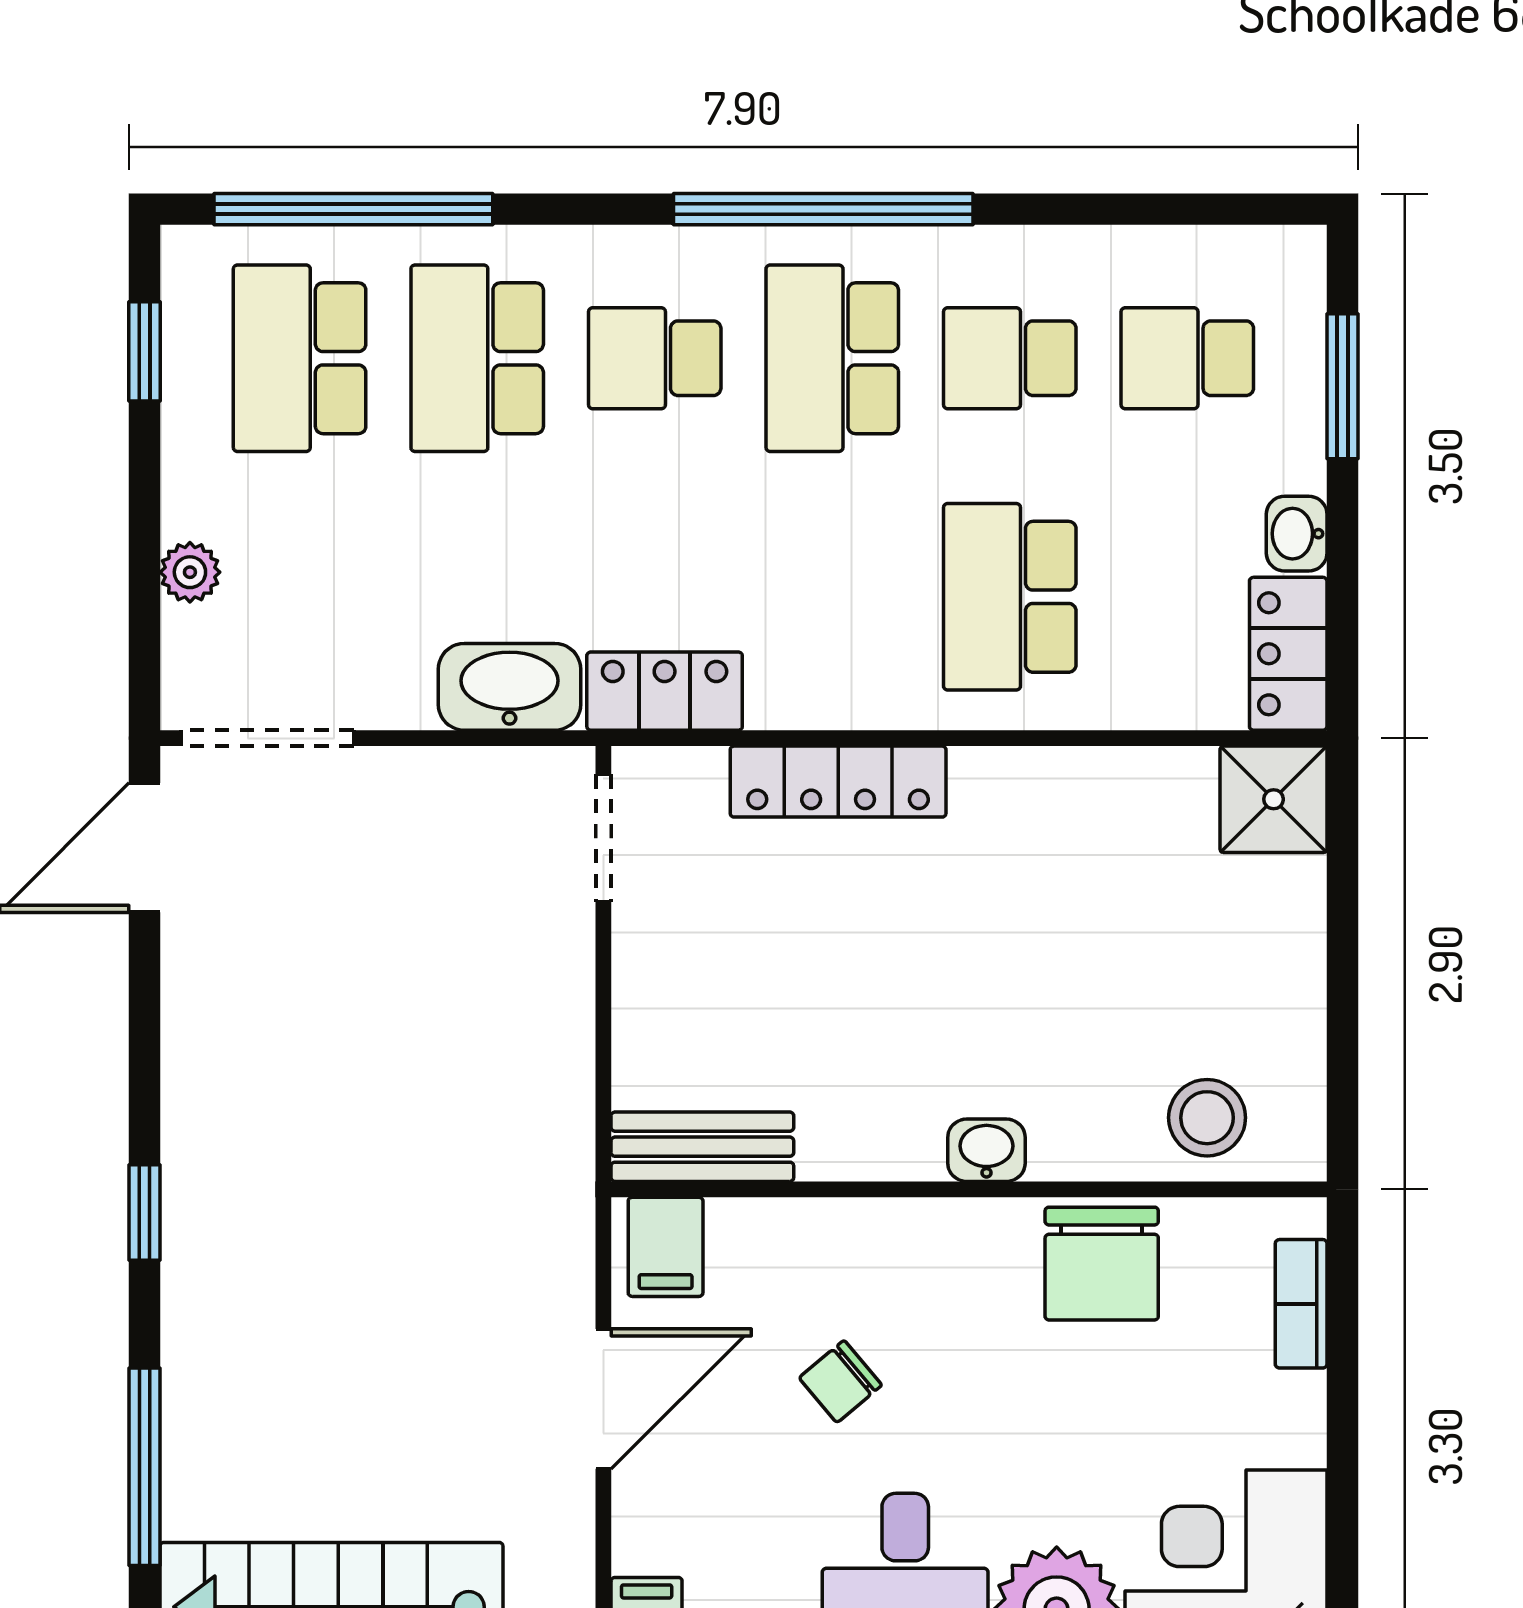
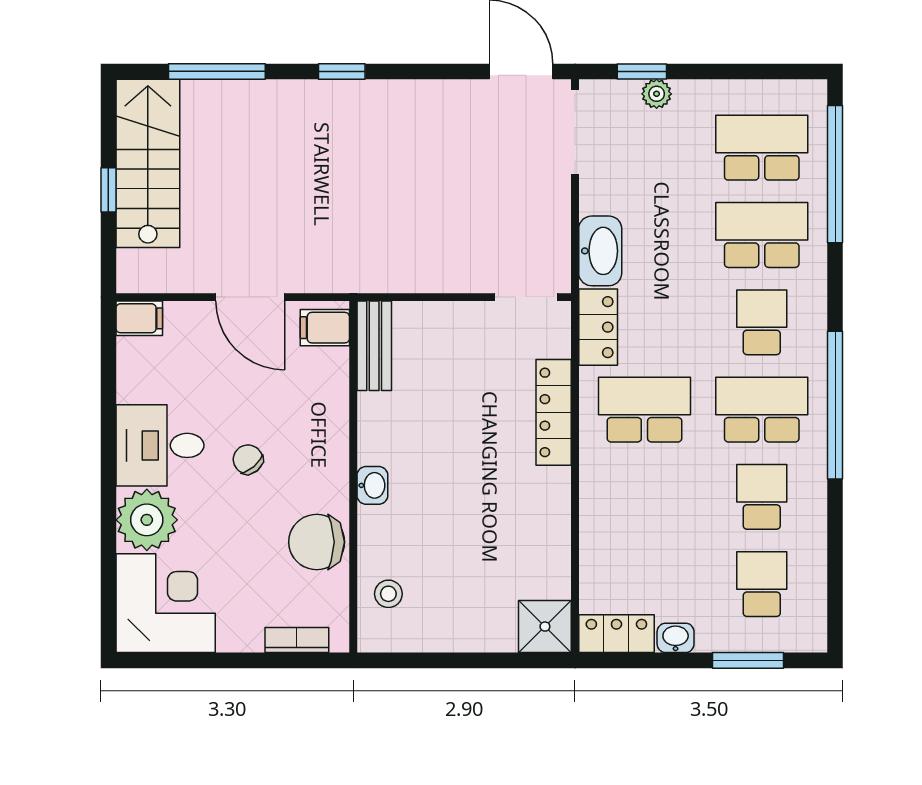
window: (144, 351) -> (642, 71), moved
school desk: (1010, 597) -> (644, 410), moved
stool: (1207, 1118) -> (388, 594), width x0.73, depth x0.73
chair: (840, 1382) -> (248, 459), moved

